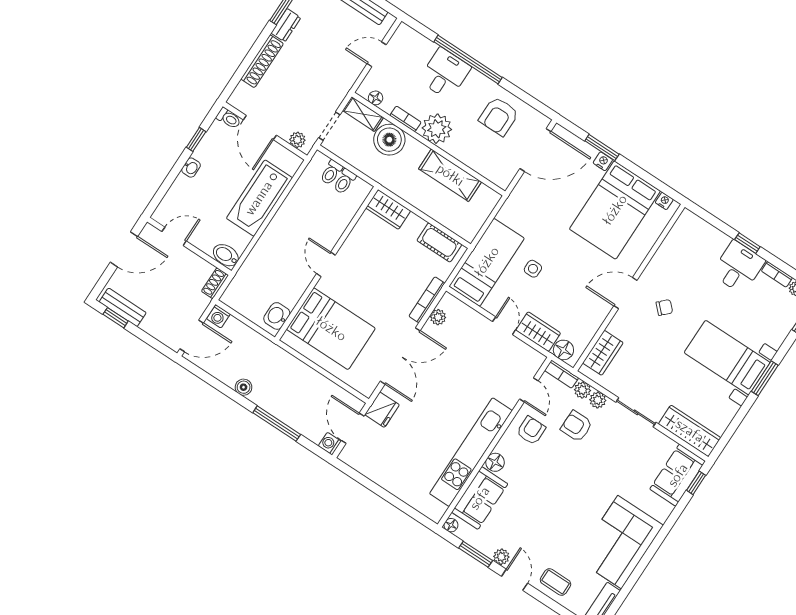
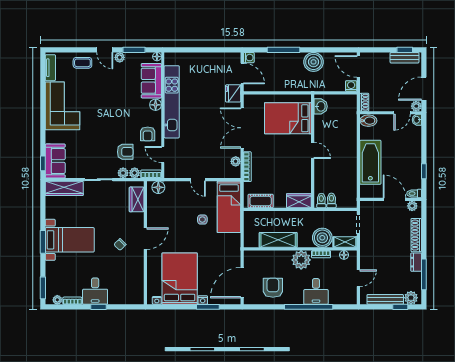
plant: (297, 140) -> (412, 206), moved
washbasin: (191, 168) -> (417, 120), moved
toilet: (331, 172) -> (321, 200), moved
plant: (149, 233) -> (416, 106), added
wardrobe: (538, 332) -> (178, 188), removed
door: (192, 336) -> (358, 66), hinge flipped
boiler: (244, 387) -> (314, 62), width x1.86, depth x1.86

